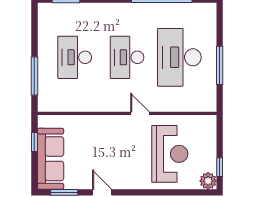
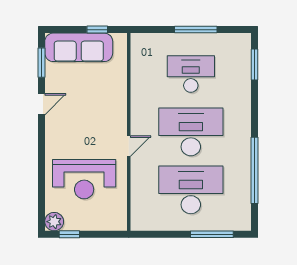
desk: (127, 57) -> (191, 132), width x1.36, depth x1.30
window: (220, 65) -> (212, 234), moved
window: (34, 76) -> (196, 30), moved

